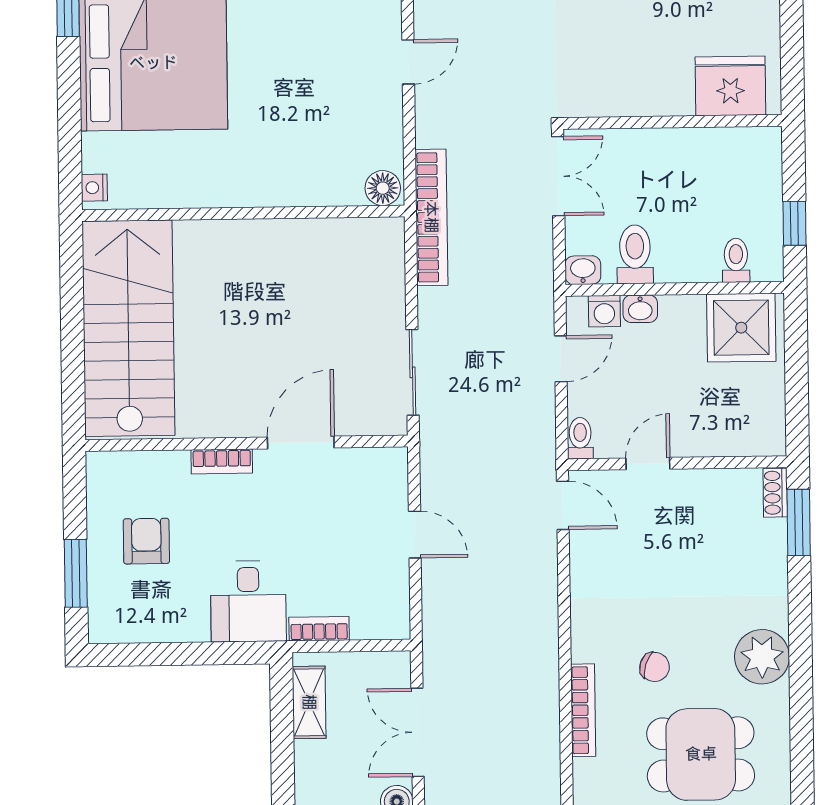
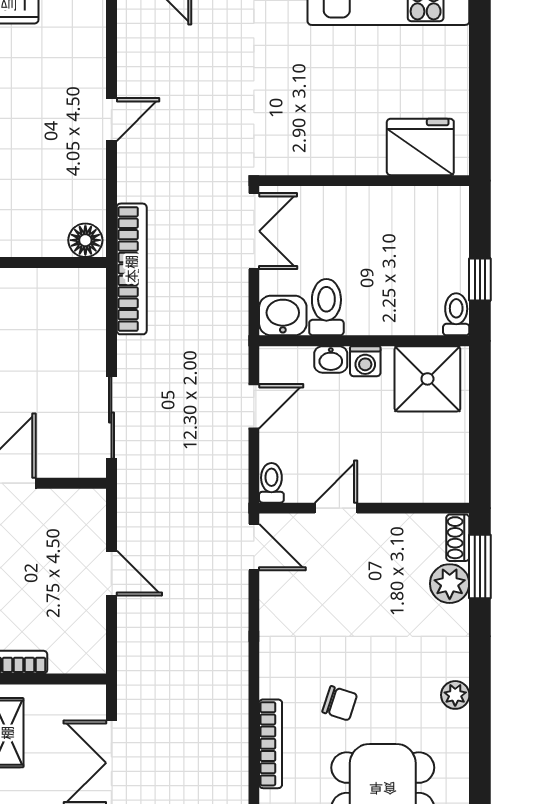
toilet: (736, 260) -> (456, 314), moved
washbasin: (583, 270) -> (283, 315), width x1.38, depth x1.45
washing machine: (604, 311) -> (365, 361), moved
plant: (767, 541) -> (450, 584), added
plant: (762, 657) -> (455, 695), width x0.53, depth x0.53

